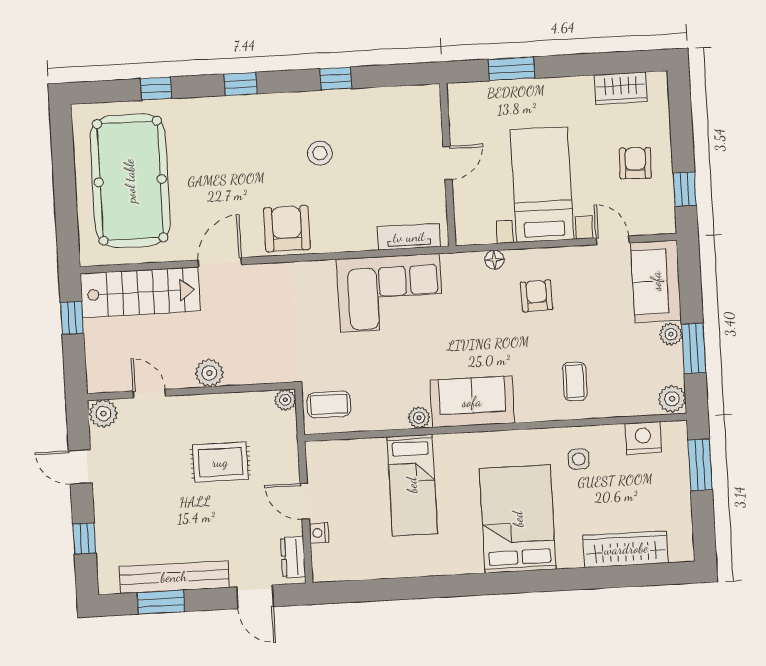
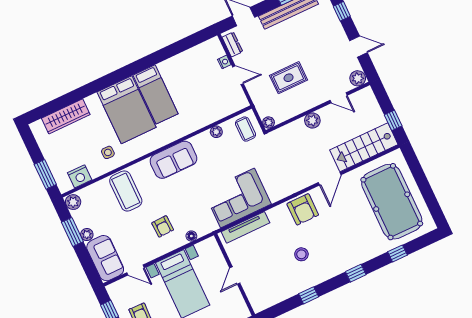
tv unit: (409, 237) -> (246, 227), width x1.41
coffee table: (575, 381) -> (126, 191), width x1.86, depth x1.72
coffee table: (329, 404) -> (245, 129), turned 90
plant: (419, 418) -> (216, 132), moved
bed: (412, 485) -> (156, 94), moved, turned 180

